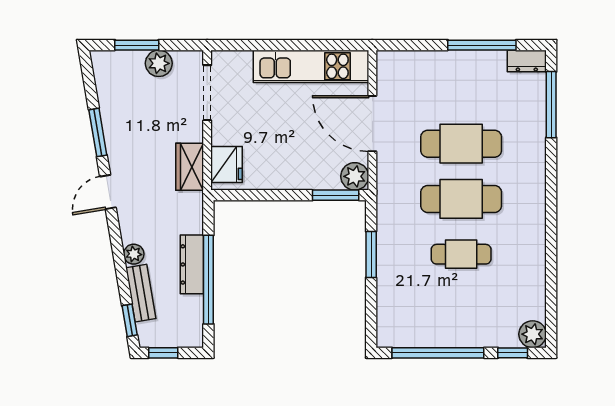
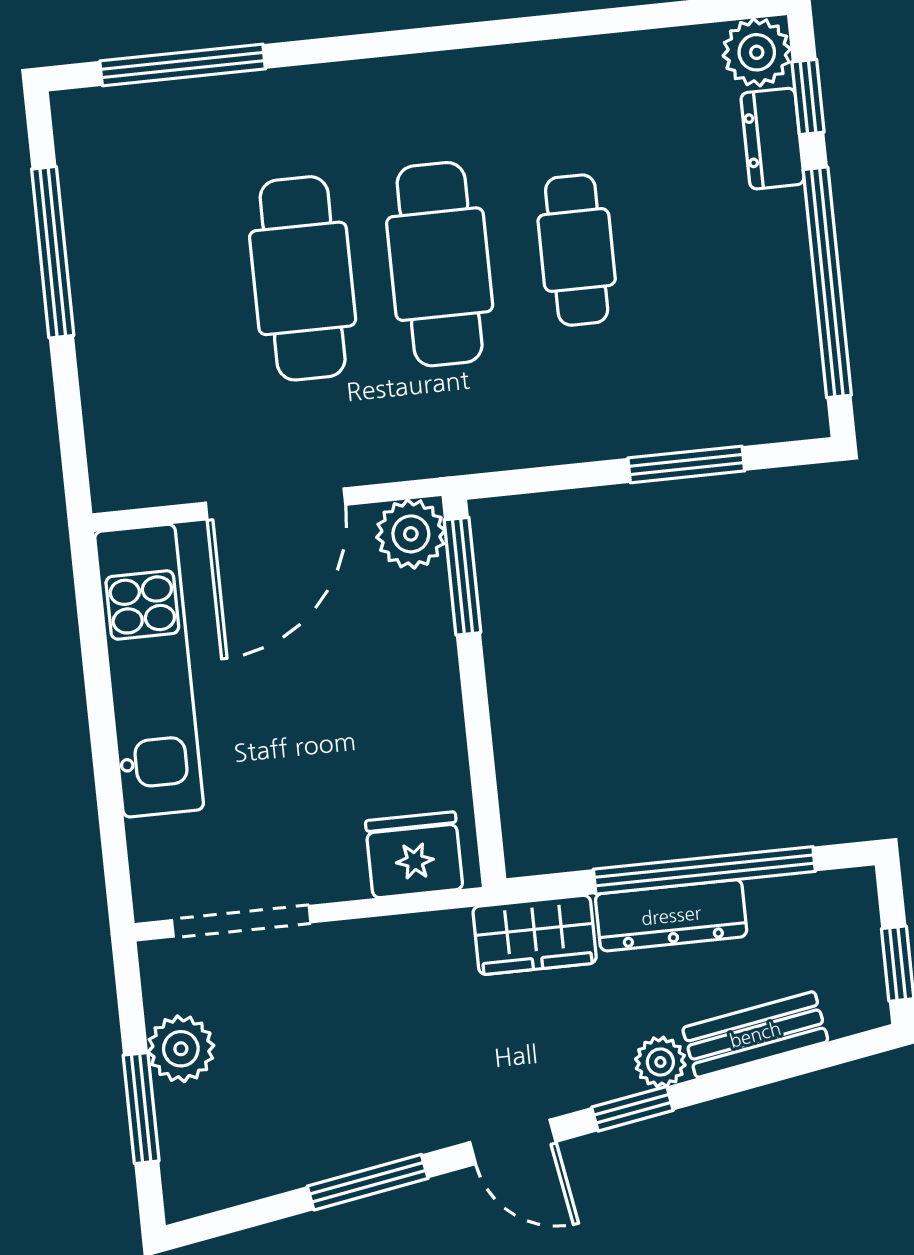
dresser: (527, 61) -> (772, 139), moved, turned 180
wardrobe: (190, 167) -> (535, 935), moved
window: (371, 254) -> (686, 464), moved
window: (130, 320) -> (632, 1109), moved

